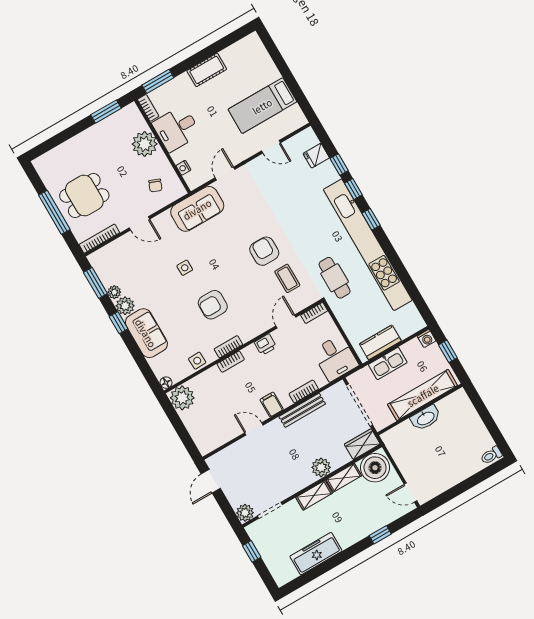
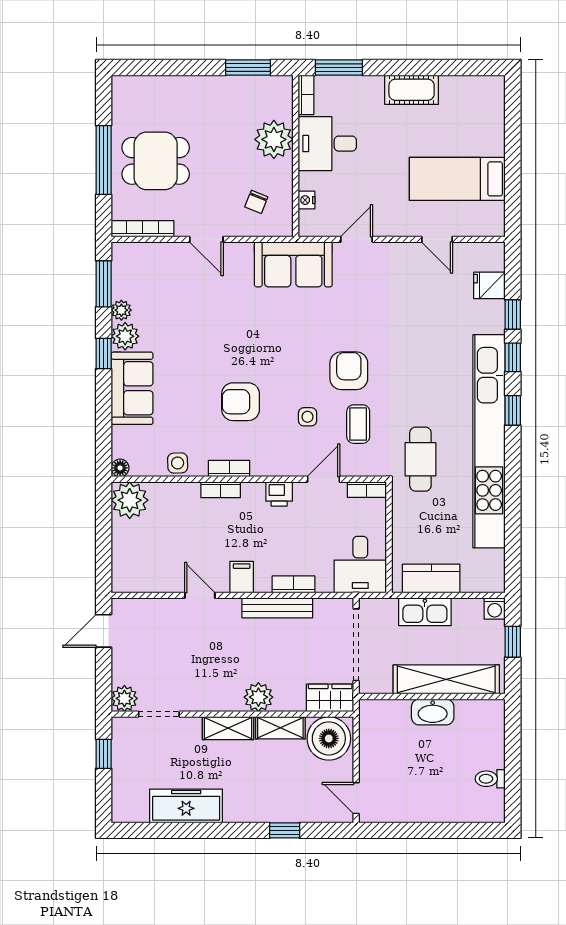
side table: (185, 268) -> (308, 417), moved
toilet: (491, 455) -> (490, 779), moved

